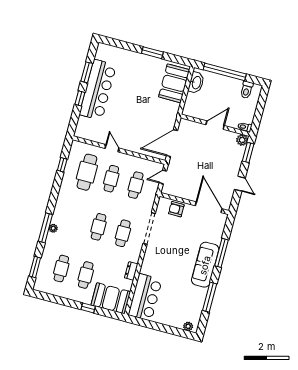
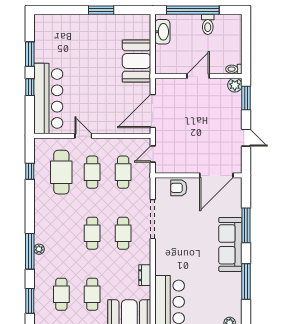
booth: (174, 83) -> (137, 61), moved
bar counter: (98, 90) -> (48, 98), moved
toilet: (247, 90) -> (208, 24), moved
door: (209, 207) -> (216, 175), swing flipped

